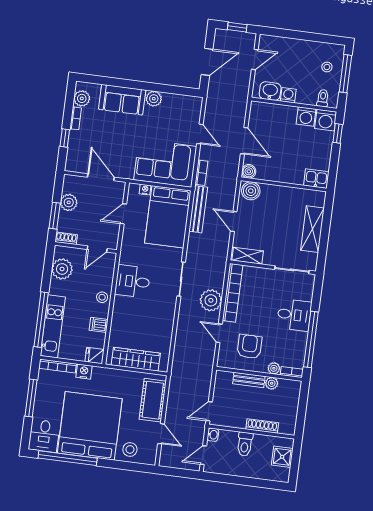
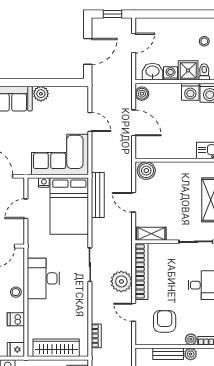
shower: (307, 95) -> (188, 70), added
boiler: (249, 171) -> (142, 94), moved
bookcase: (201, 173) -> (96, 336), moved
desk: (133, 281) -> (43, 278), width x1.37

